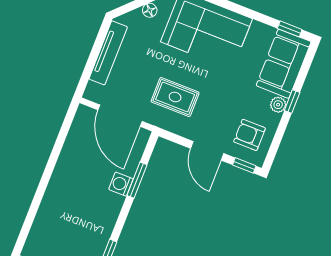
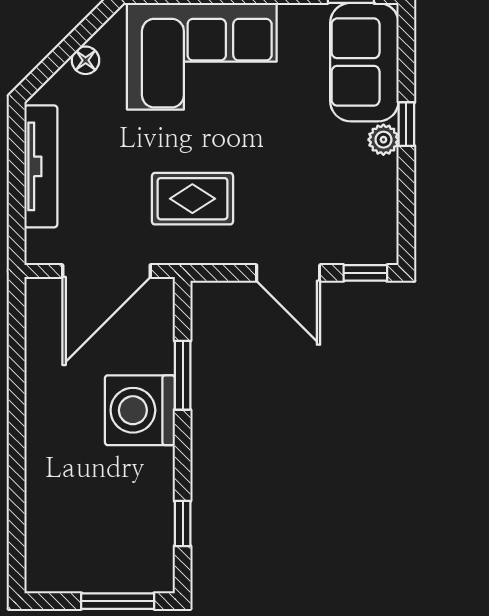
door: (120, 116) -> (106, 271), hinge flipped
armchair: (250, 135) -> (353, 214), removed
washing machine: (121, 184) -> (140, 410), width x1.89, depth x1.89

